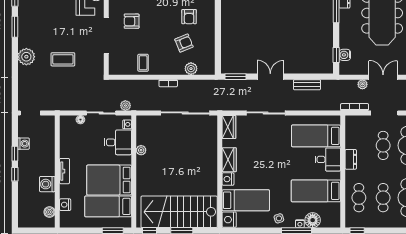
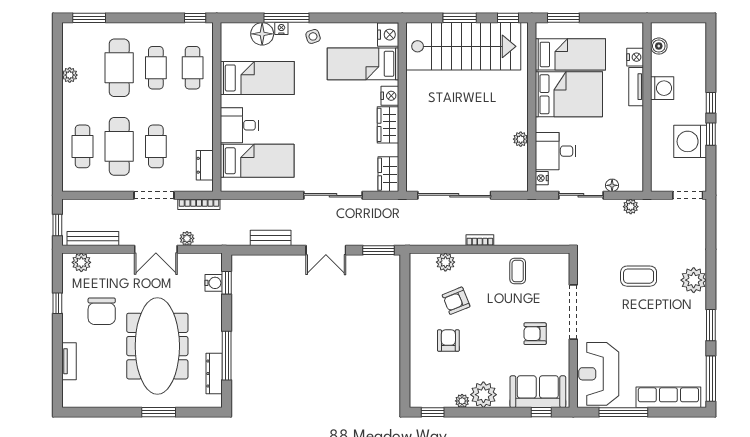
armchair: (132, 21) -> (535, 334), turned 180
plant: (125, 106) -> (631, 207), moved
washing machine: (24, 144) -> (690, 141), width x1.89, depth x1.89
dresser: (351, 159) -> (205, 165), moved
tv unit: (65, 171) -> (636, 87), moved

